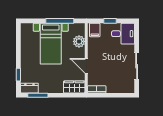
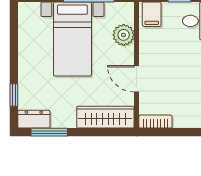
wardrobe: (74, 87) -> (105, 117), width x1.50

